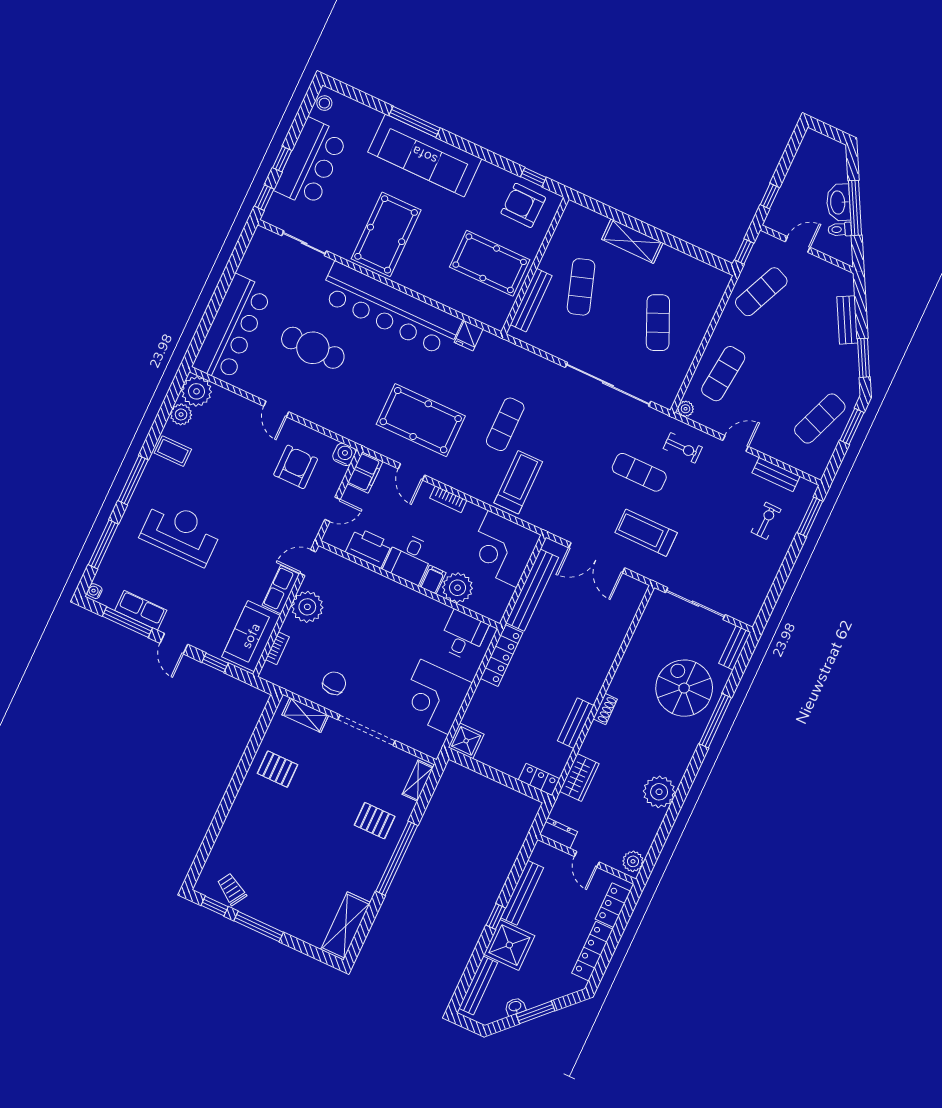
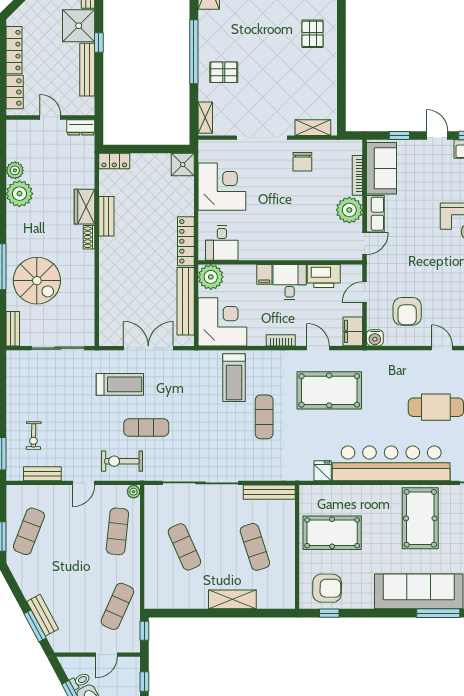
bench: (531, 300) -> (269, 492), moved, turned 90
window: (864, 358) -> (35, 626), moved
exercise bike: (683, 448) -> (122, 461), width x1.38, depth x1.39
plant: (458, 588) -> (211, 277), moved
bookcase: (277, 648) -> (357, 175), width x1.56
pallet: (277, 769) -> (313, 34), moved, turned 90
wardrobe: (579, 777) -> (85, 207), moved
plant: (633, 861) -> (15, 170), moved

